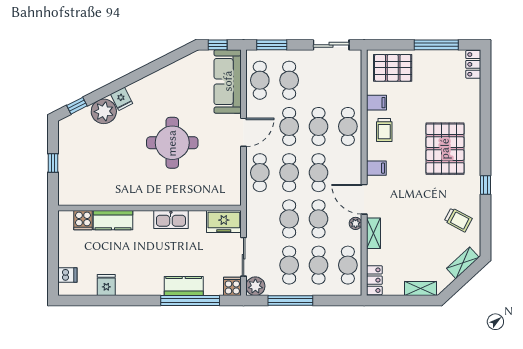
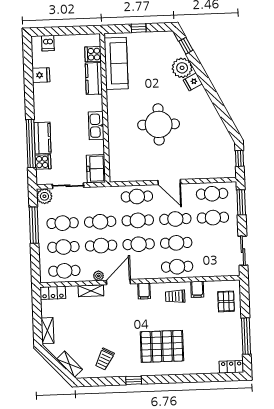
pallet: (393, 68) -> (226, 301), width x0.67, depth x0.71
sofa: (228, 81) -> (116, 63), moved, turned 90
cooker: (232, 286) -> (43, 162), moved

